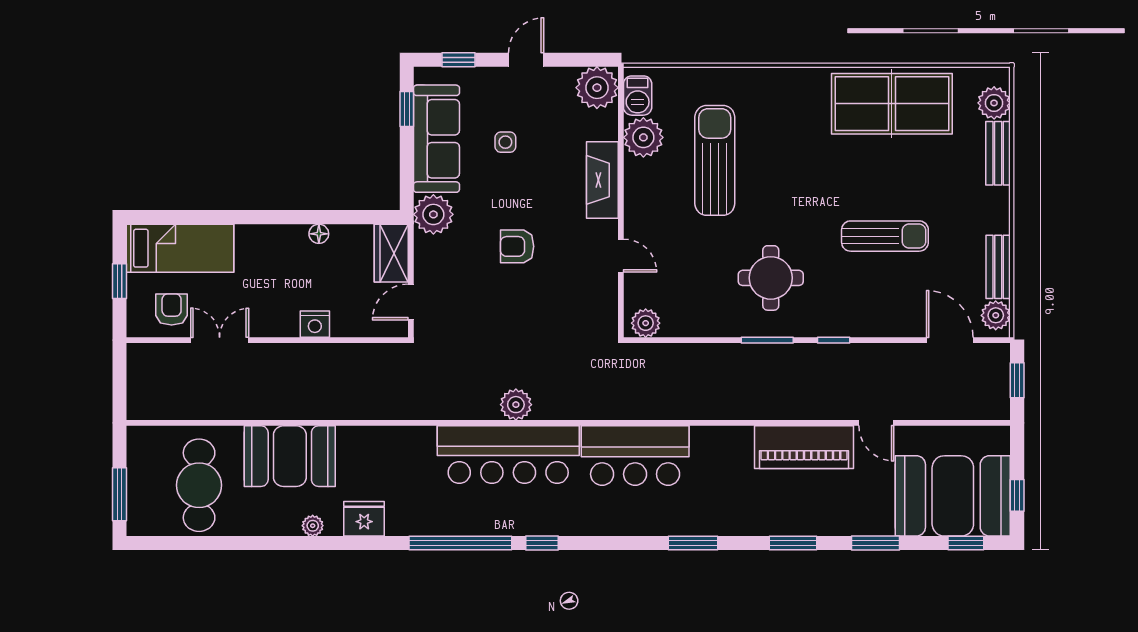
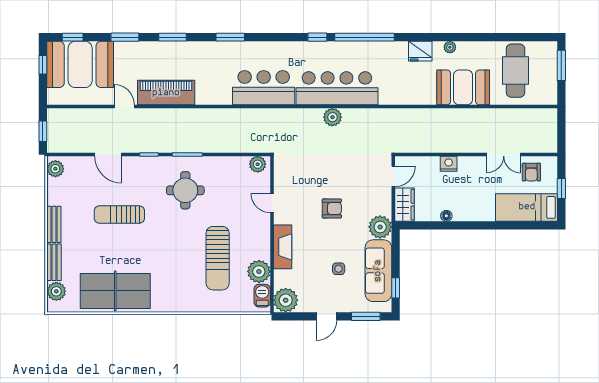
window: (458, 60) -> (366, 316), width x1.50
bench: (998, 267) -> (54, 224), moved
door: (950, 340) -> (108, 154), moved

